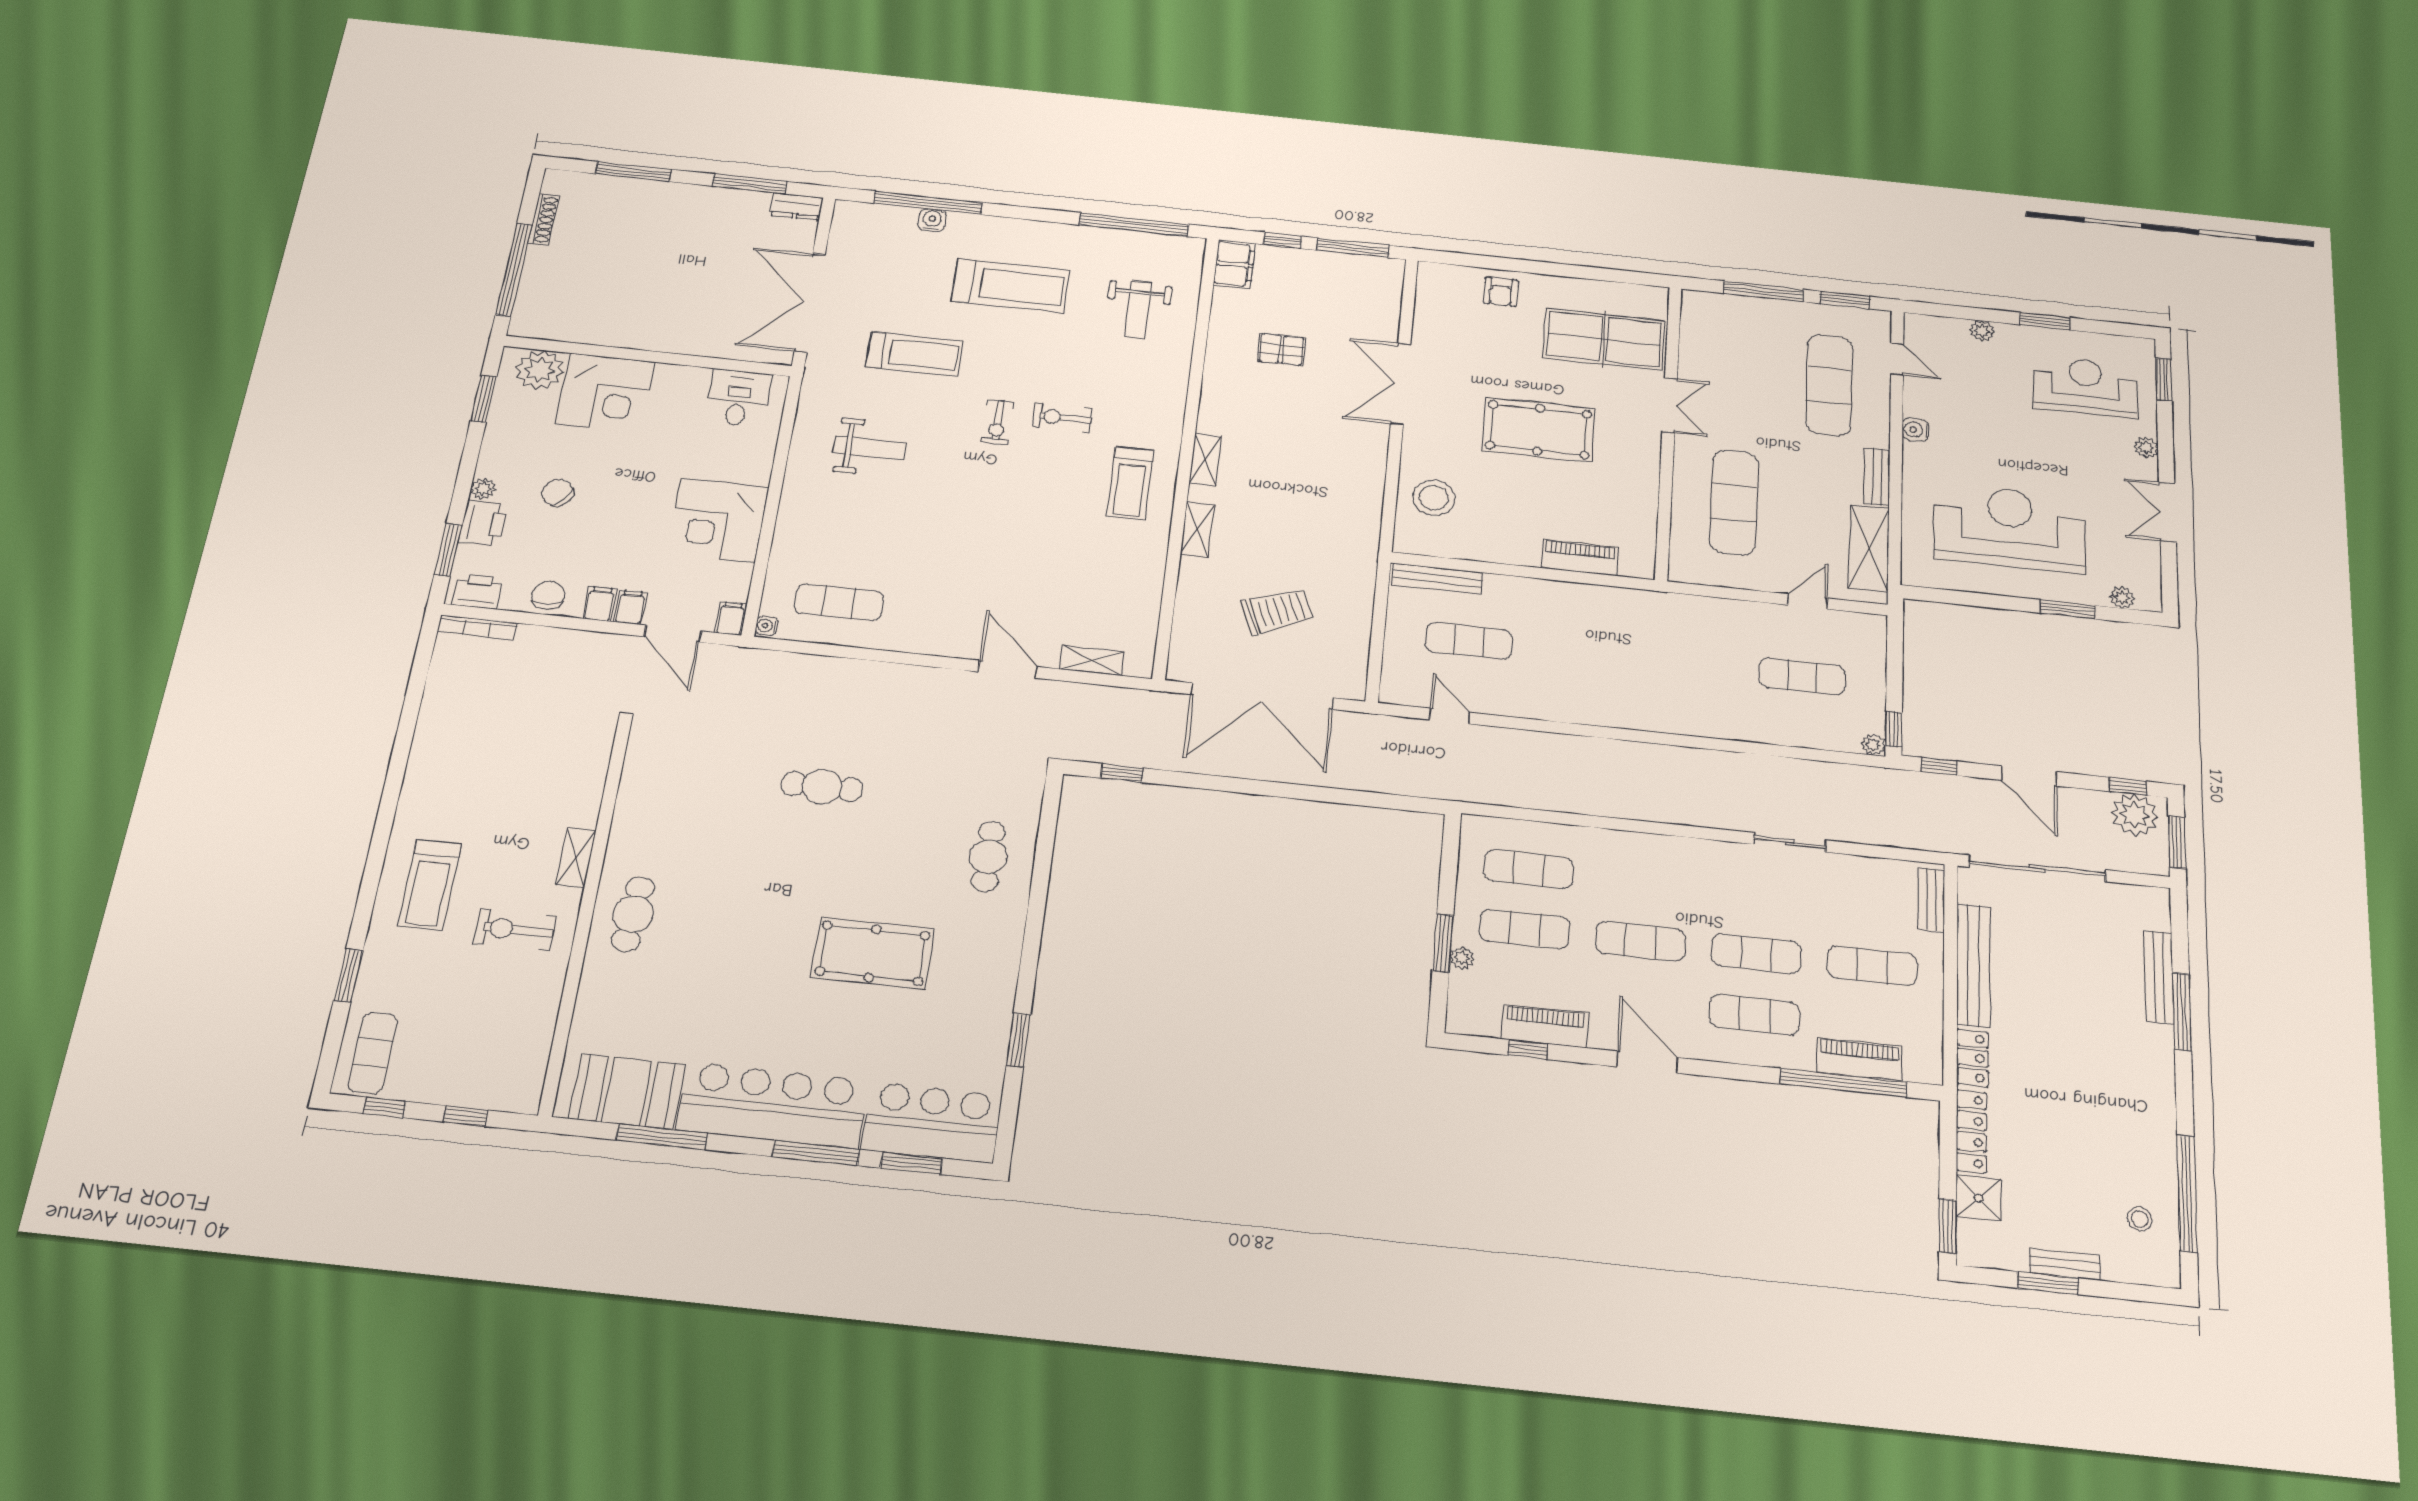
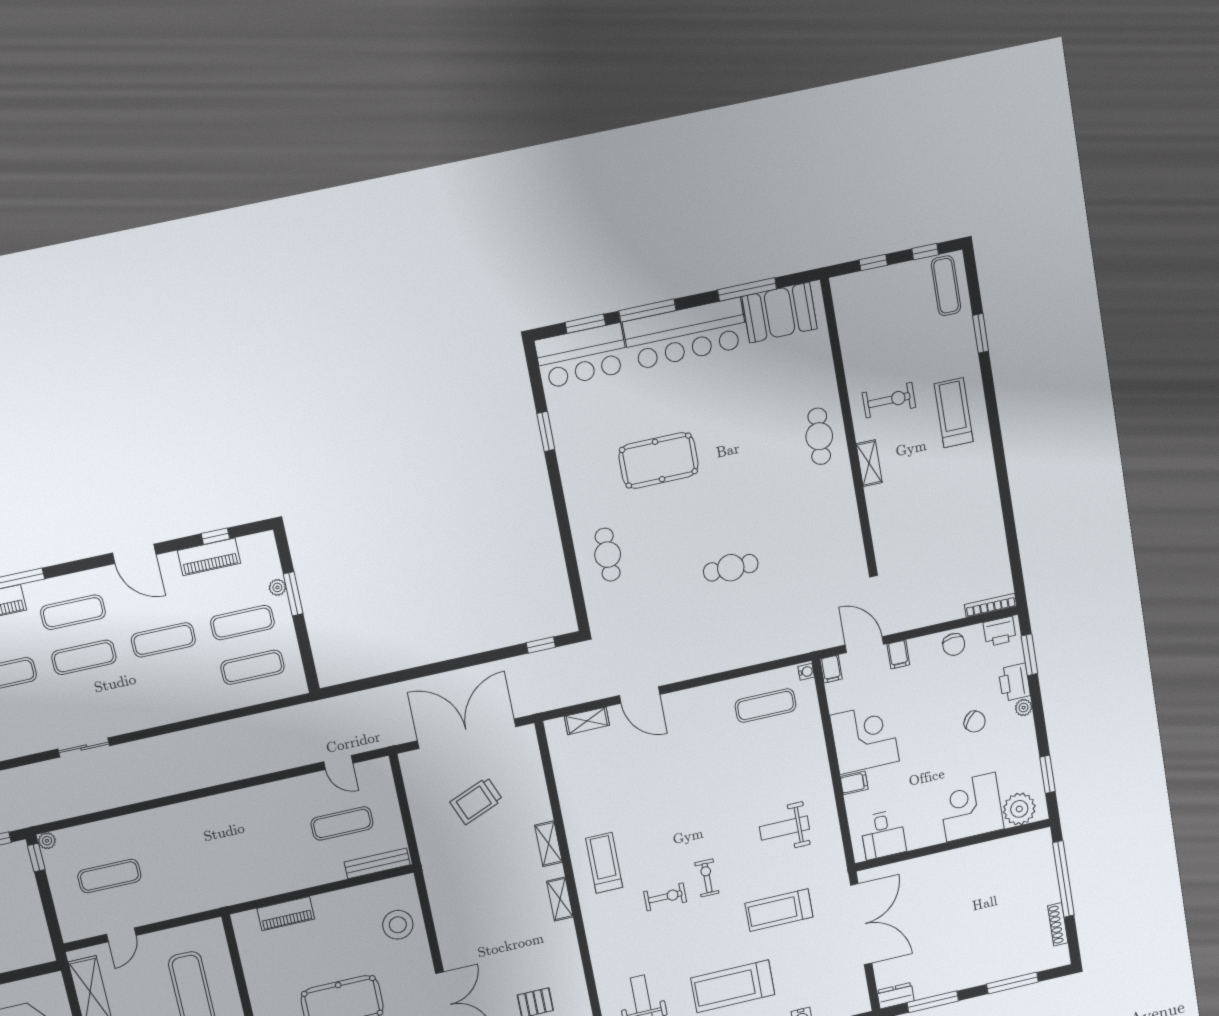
filing cabinet: (600, 604) -> (854, 783), moved, turned -90

